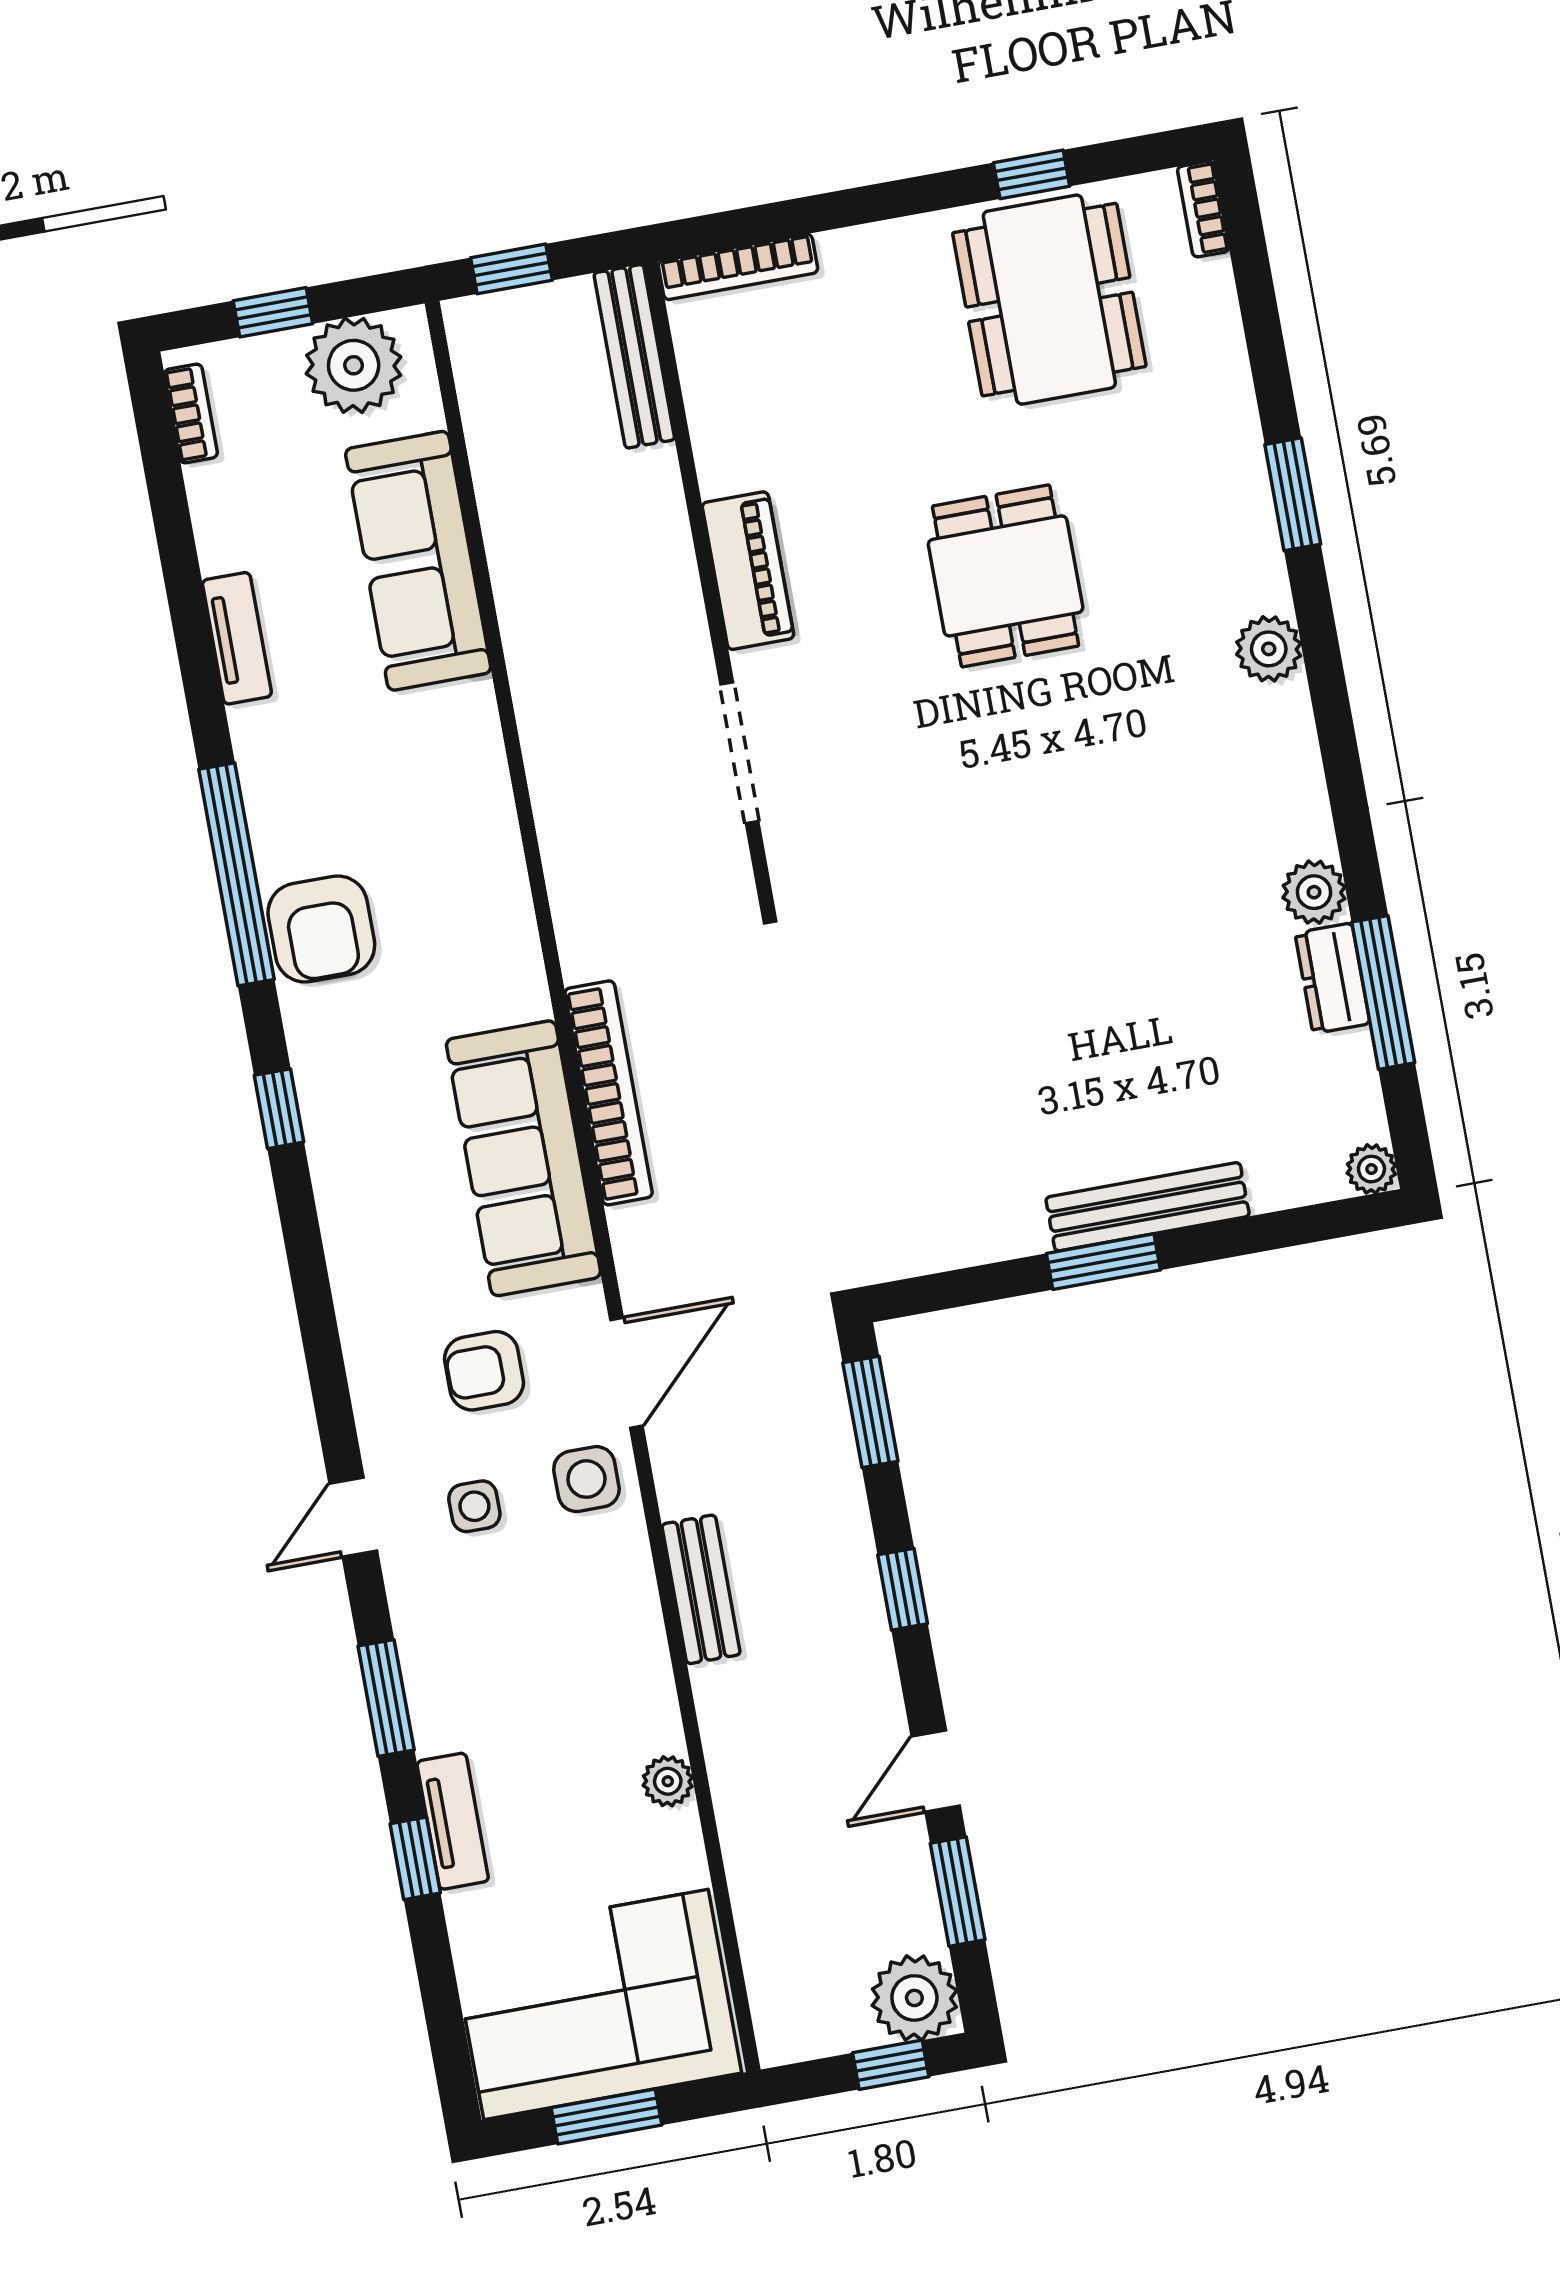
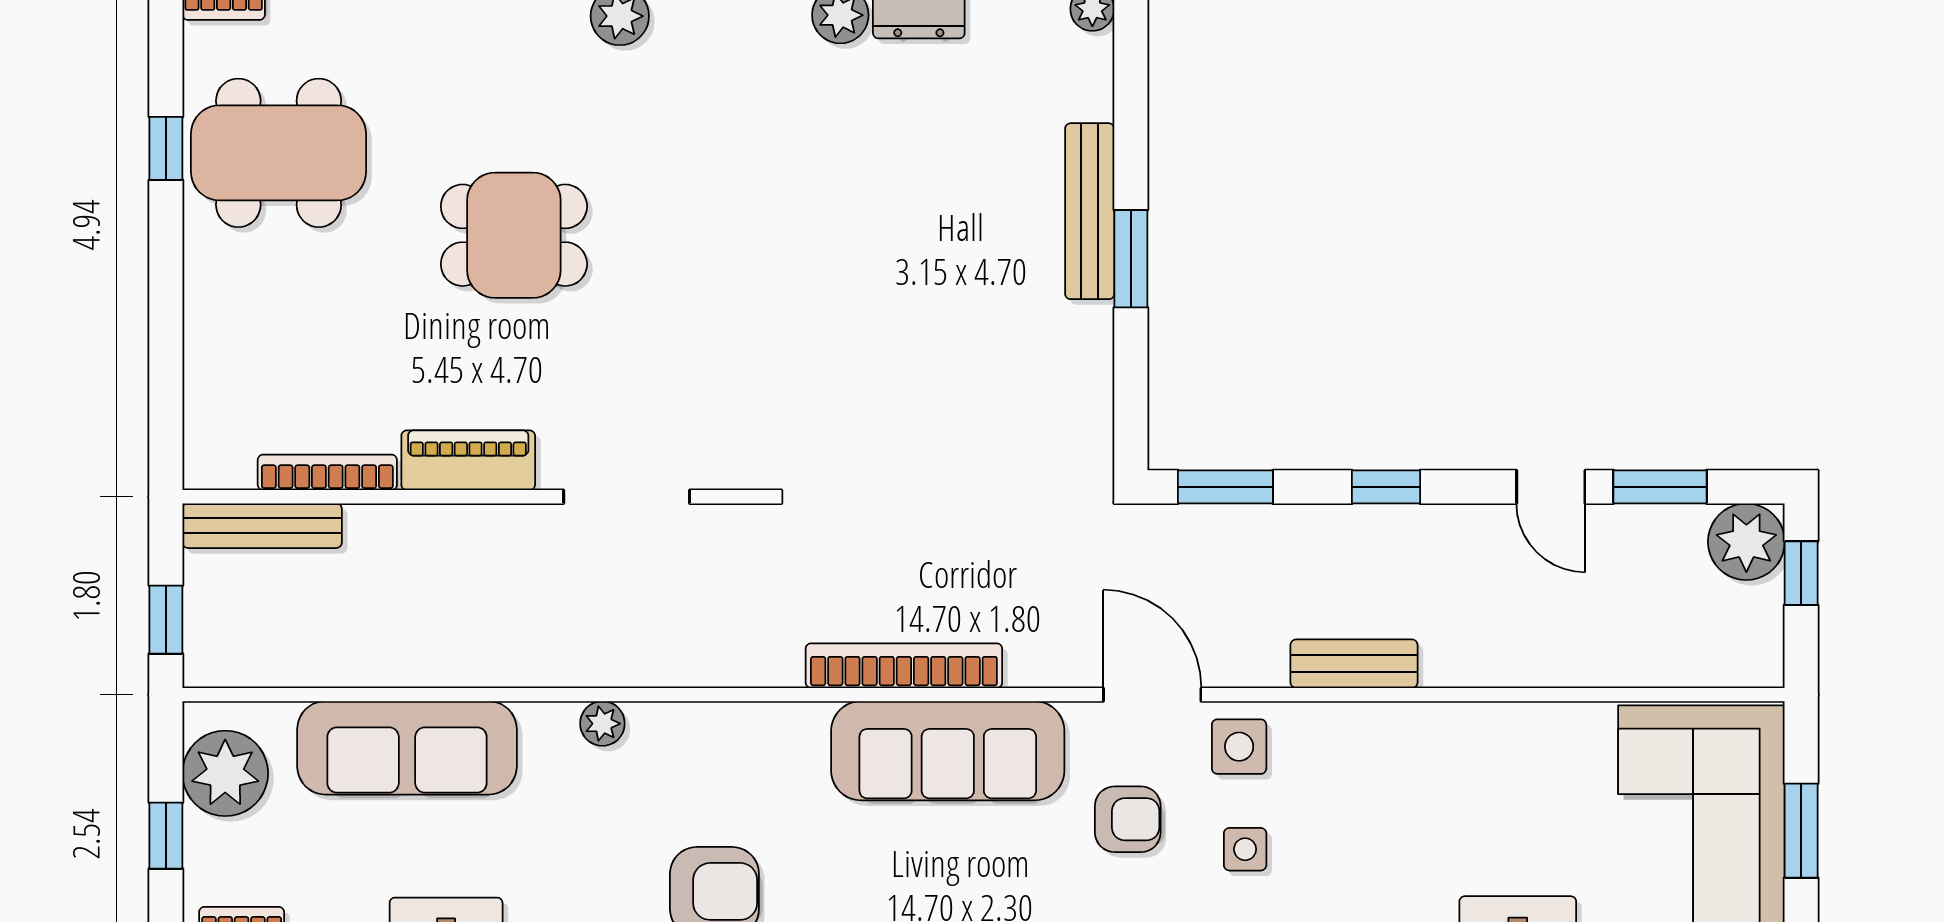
bookcase: (738, 267) -> (327, 472), moved, turned -90
armchair: (484, 1371) -> (1128, 819), turned -90
plant: (668, 1781) -> (602, 724), moved

